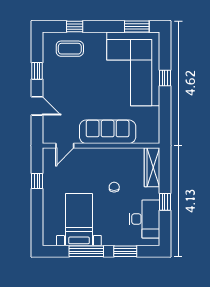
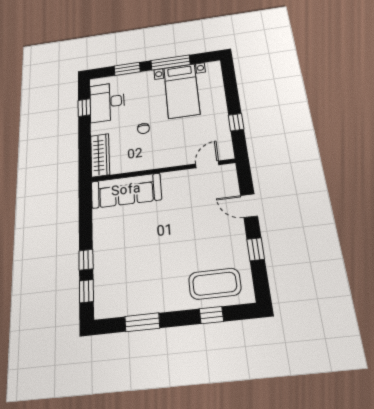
window: (137, 27) -> (142, 322), moved
coffee table: (70, 49) -> (215, 284), width x1.36, depth x1.32
window: (165, 54) -> (86, 291), added
corner sofa: (133, 69) -> (127, 267), removed
sofa: (108, 132) -> (126, 191), moved
window: (165, 202) -> (84, 108), moved

